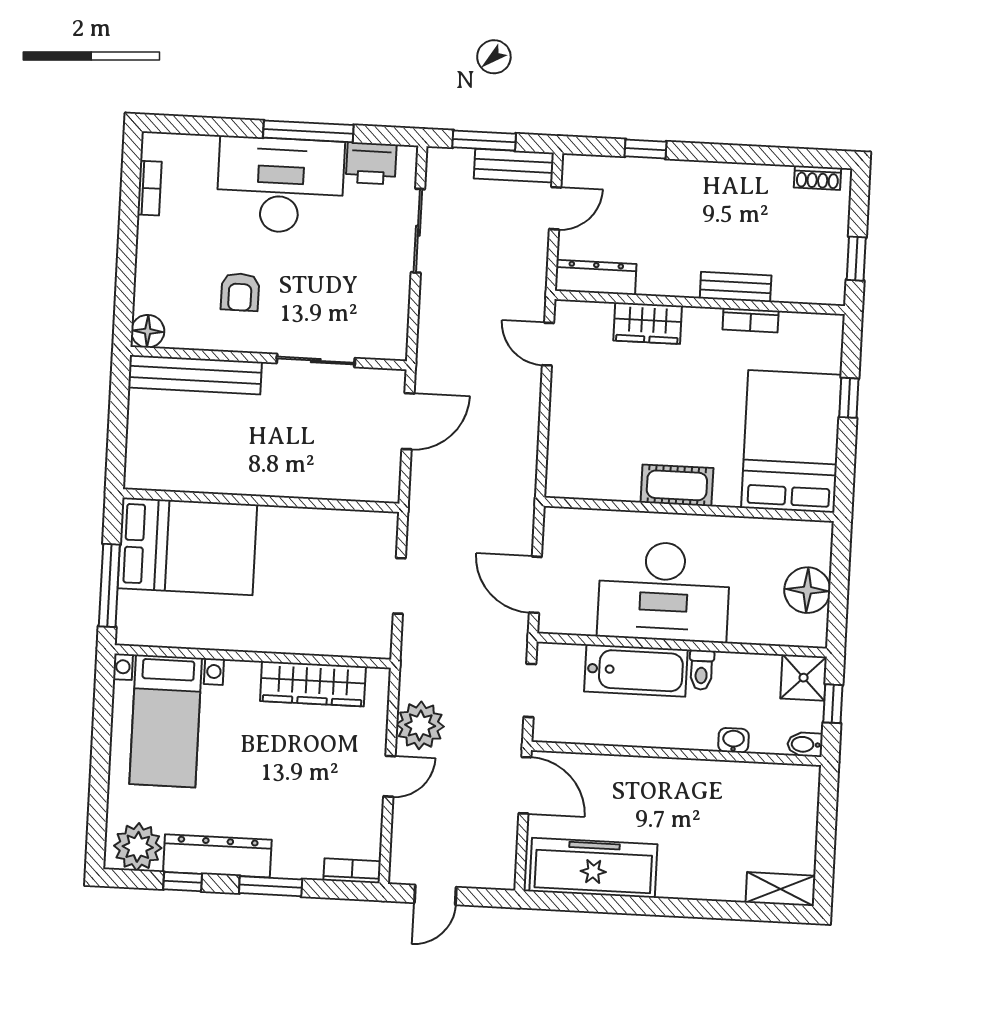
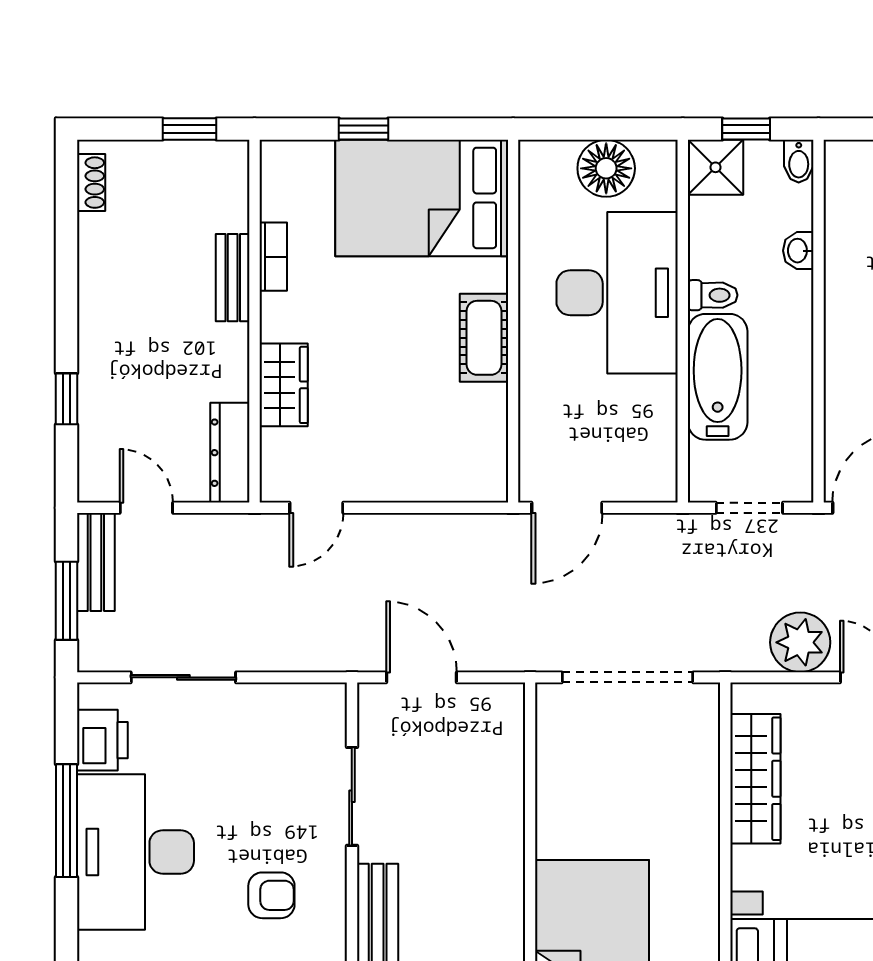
door: (535, 585) -> (567, 508), moved
doorway: (399, 586) -> (628, 677), width x1.88
desk: (664, 591) -> (617, 293), moved

